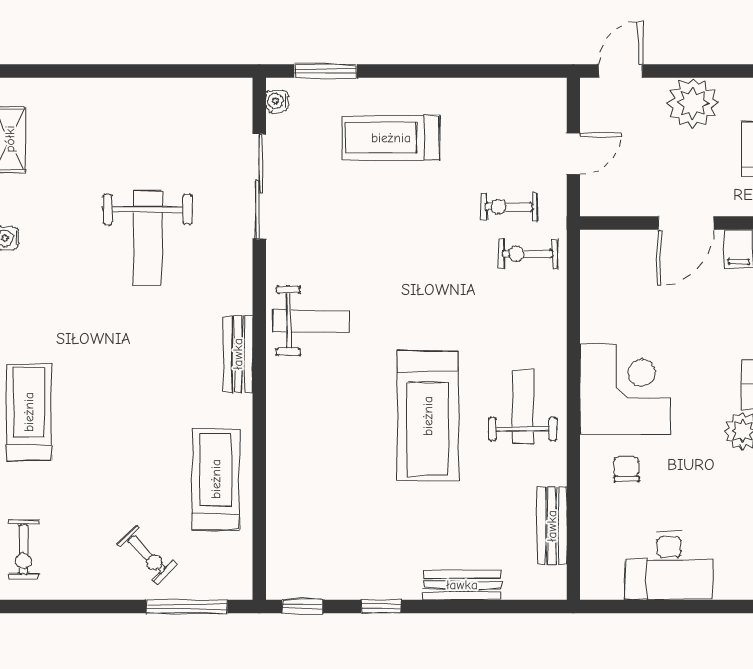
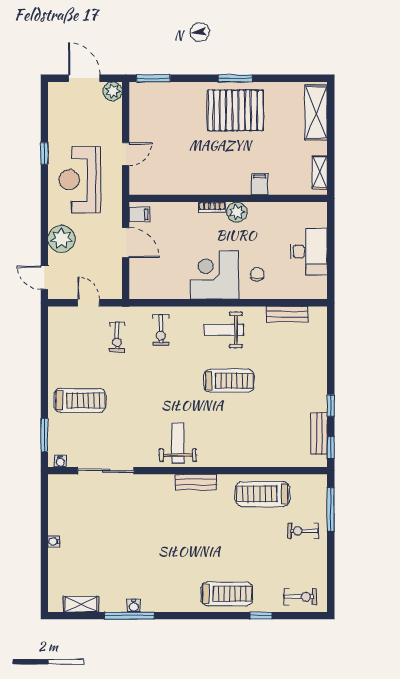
water cooler: (127, 89) -> (54, 542), added
treadmill: (391, 138) -> (80, 400), turned -90
weight bench: (148, 238) -> (134, 530), removed
exercise bike: (528, 254) -> (161, 330), moved
treadmill: (29, 412) -> (227, 594), turned 180
treadmill: (428, 416) -> (229, 381), width x0.73, depth x0.73
chair: (626, 469) -> (257, 274), turned 90
exercise bike: (147, 555) -> (303, 531), turned -135
bench: (462, 585) -> (319, 433), moved

